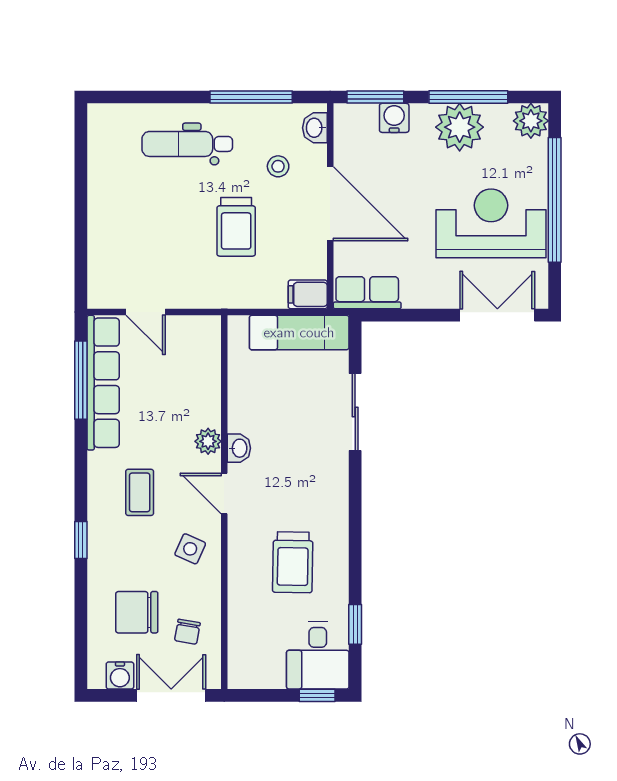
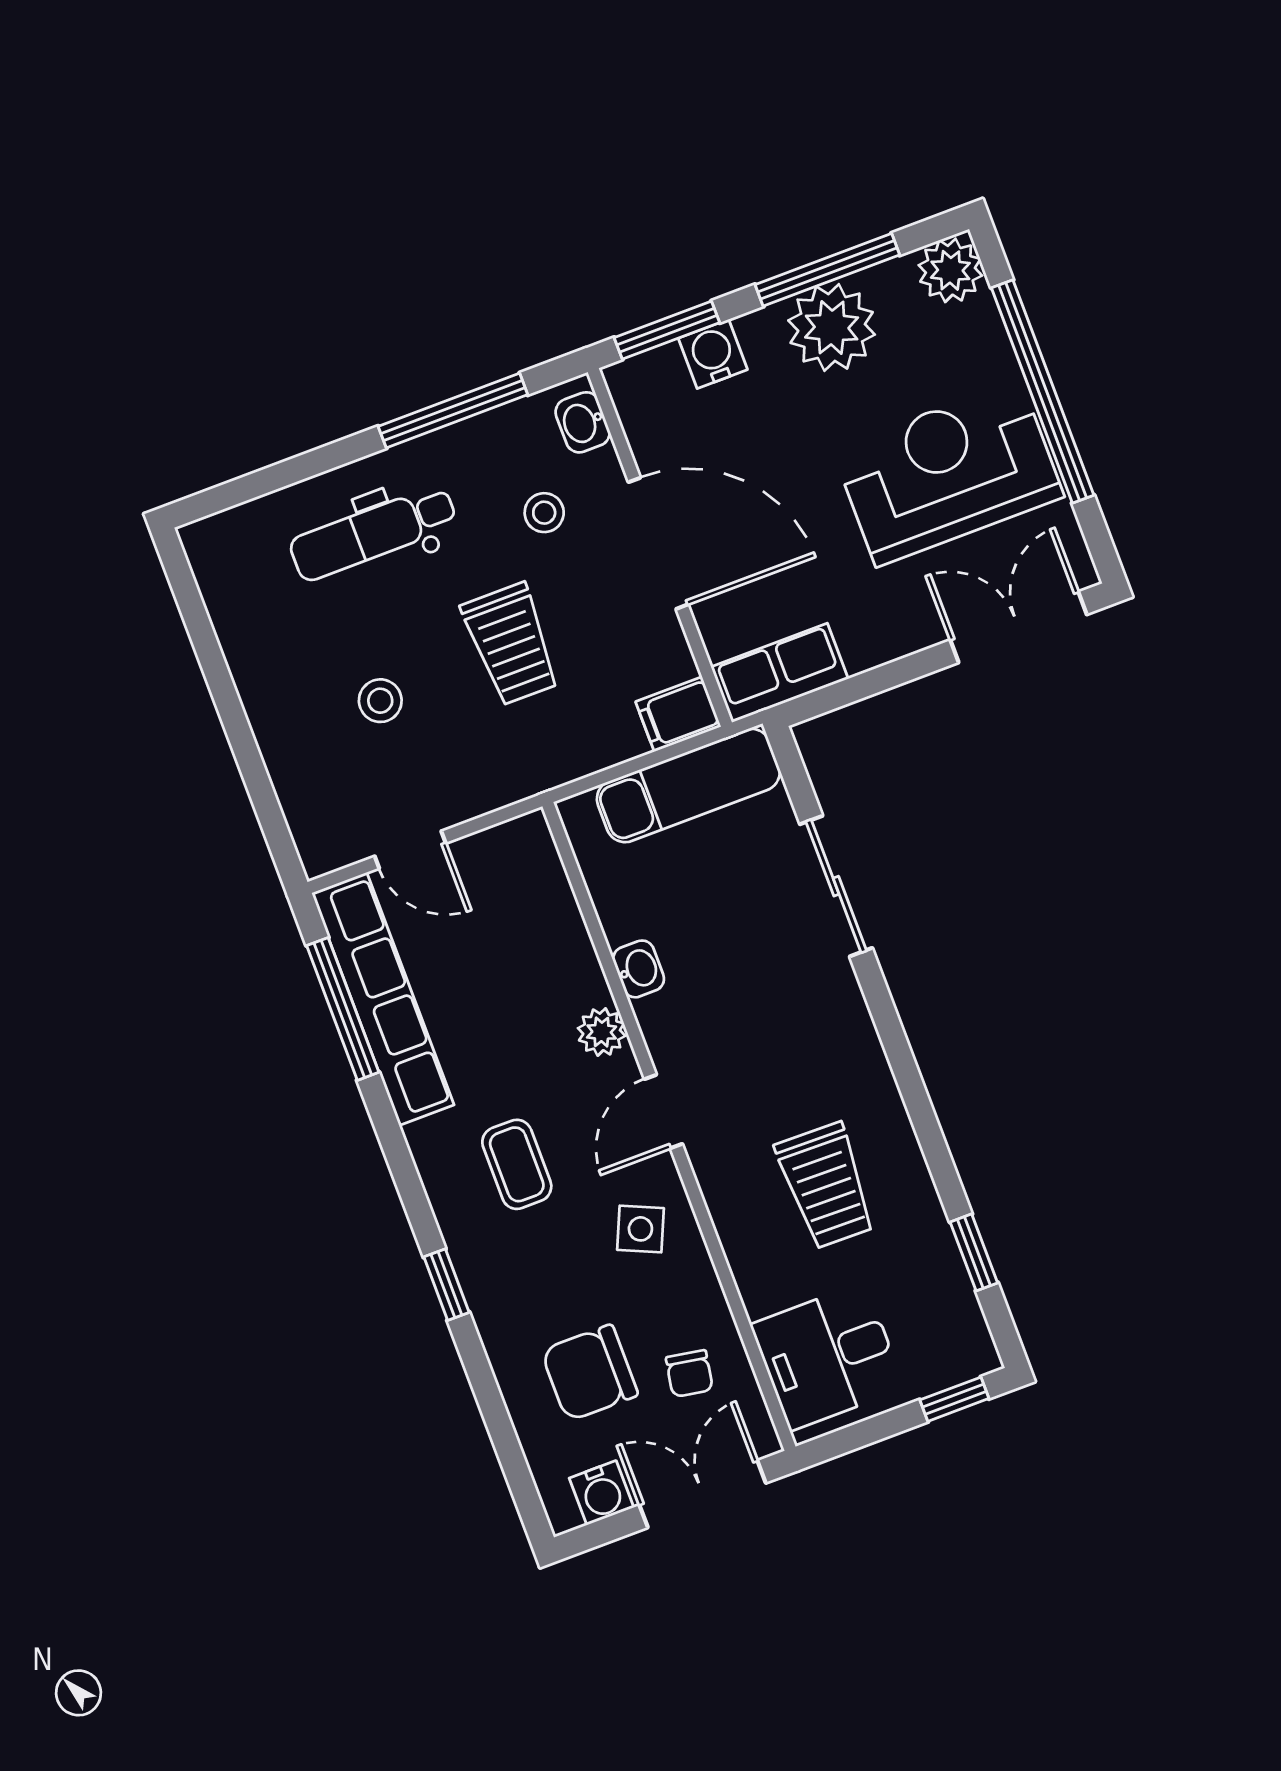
stool: (159, 231) -> (380, 701), added
washbasin: (239, 448) -> (639, 969), moved
door: (224, 494) -> (663, 1112), hinge flipped
desk: (318, 656) -> (828, 1356), moved, turned 90

